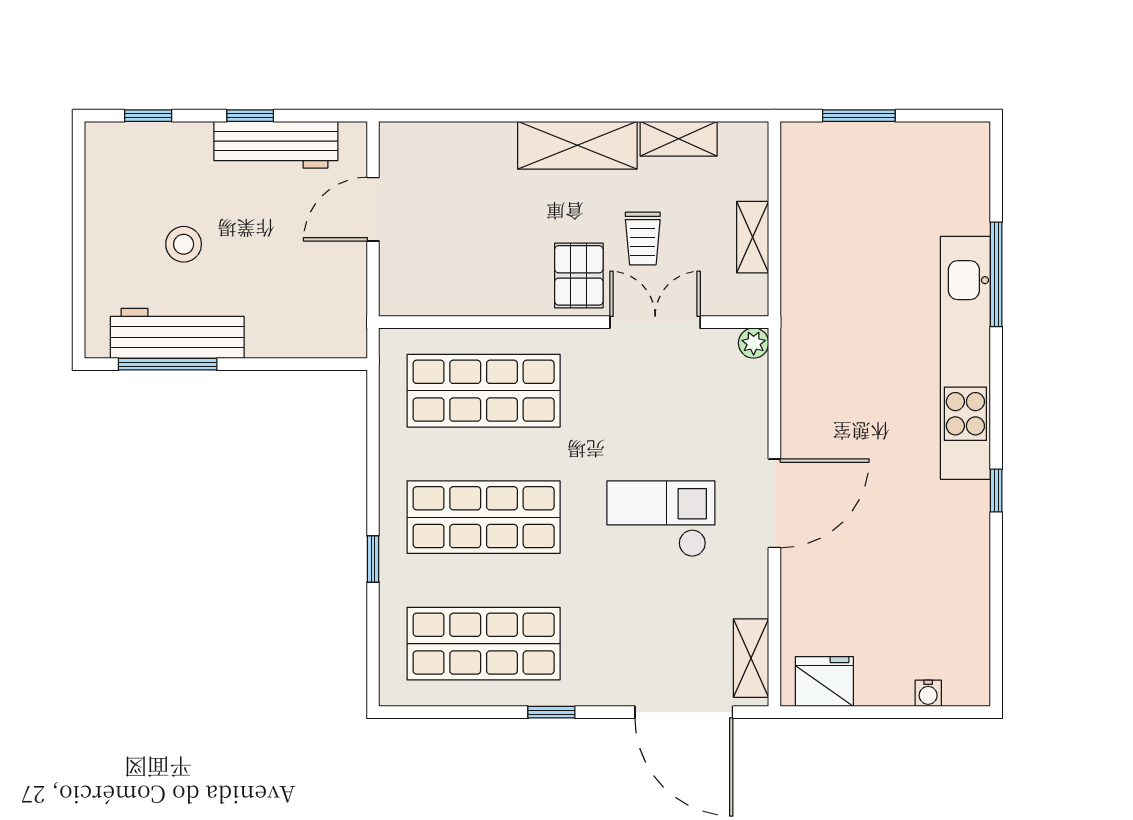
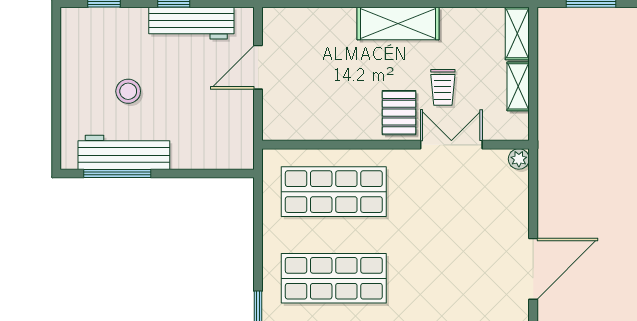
shelving: (679, 139) -> (517, 33), moved, turned 90
checkout: (661, 519) -> (455, 279), removed

